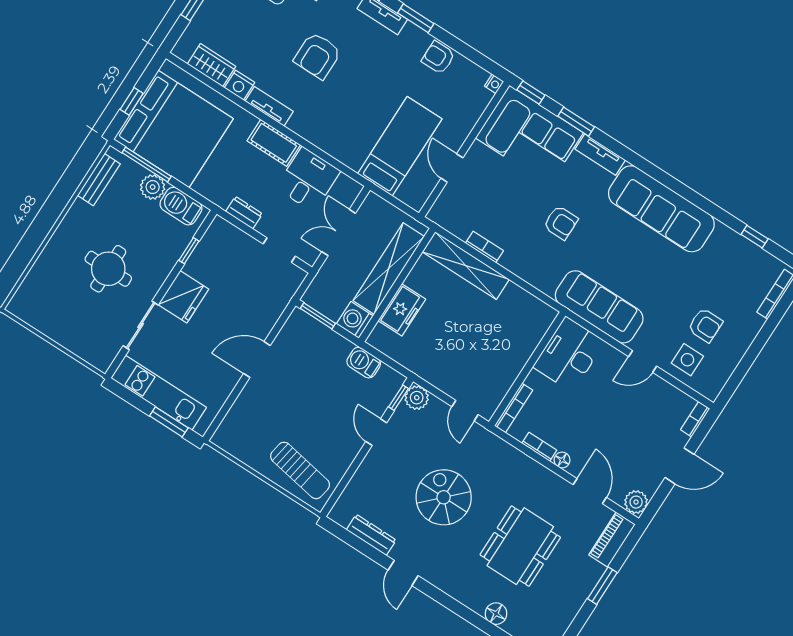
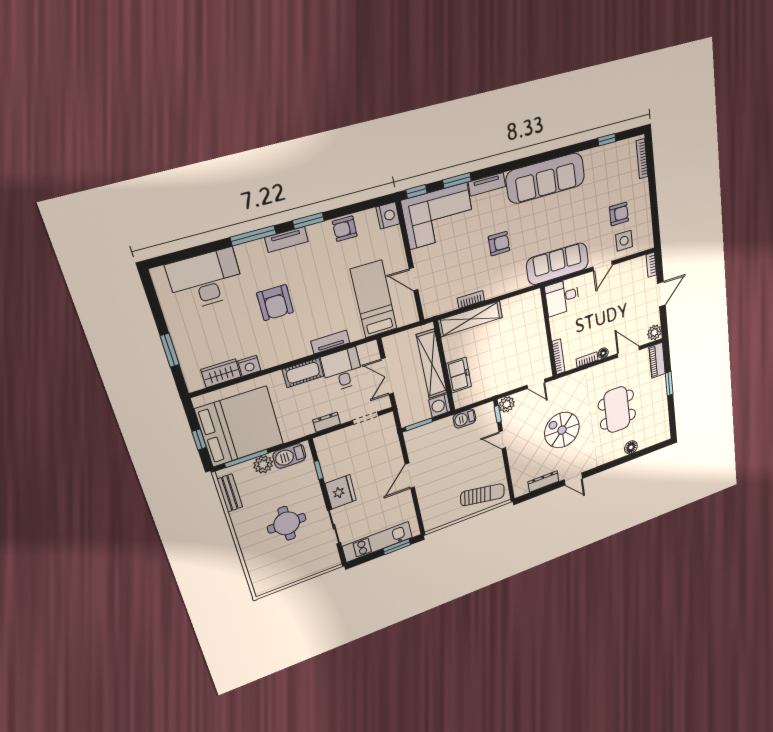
nightstand: (494, 84) -> (388, 215), width x1.89, depth x1.79
tv unit: (269, 106) -> (330, 342), moved
desk: (569, 354) -> (562, 297), width x0.73

